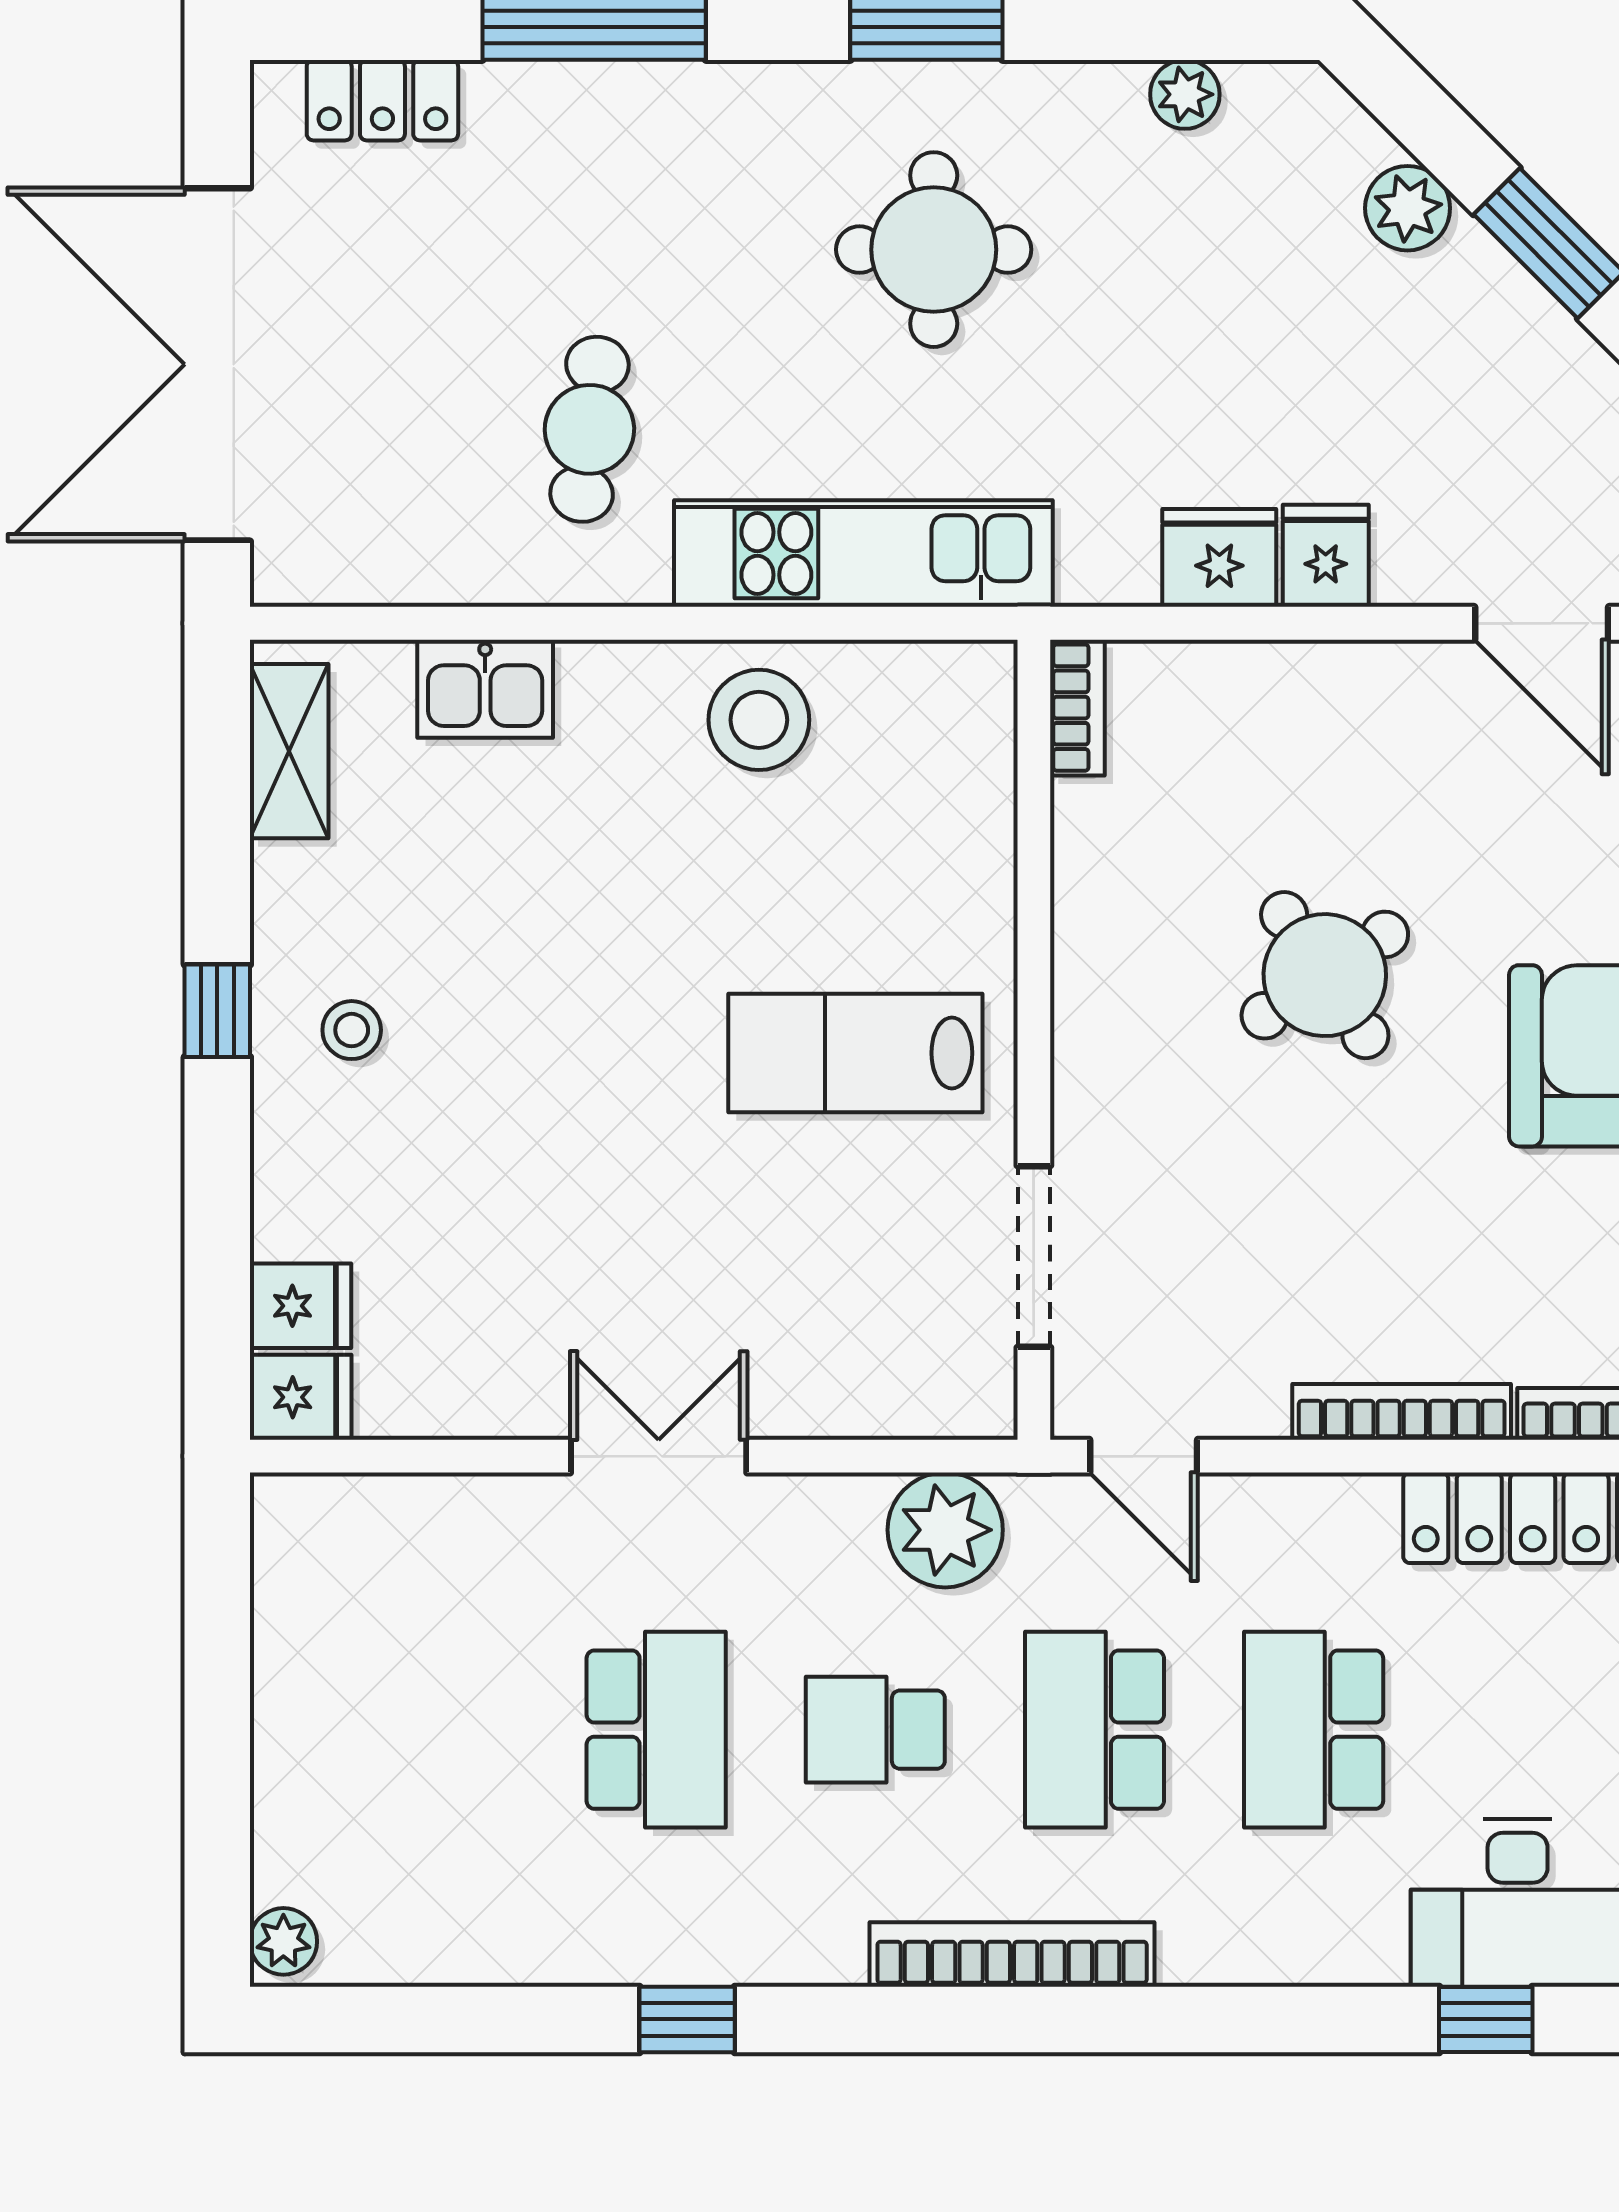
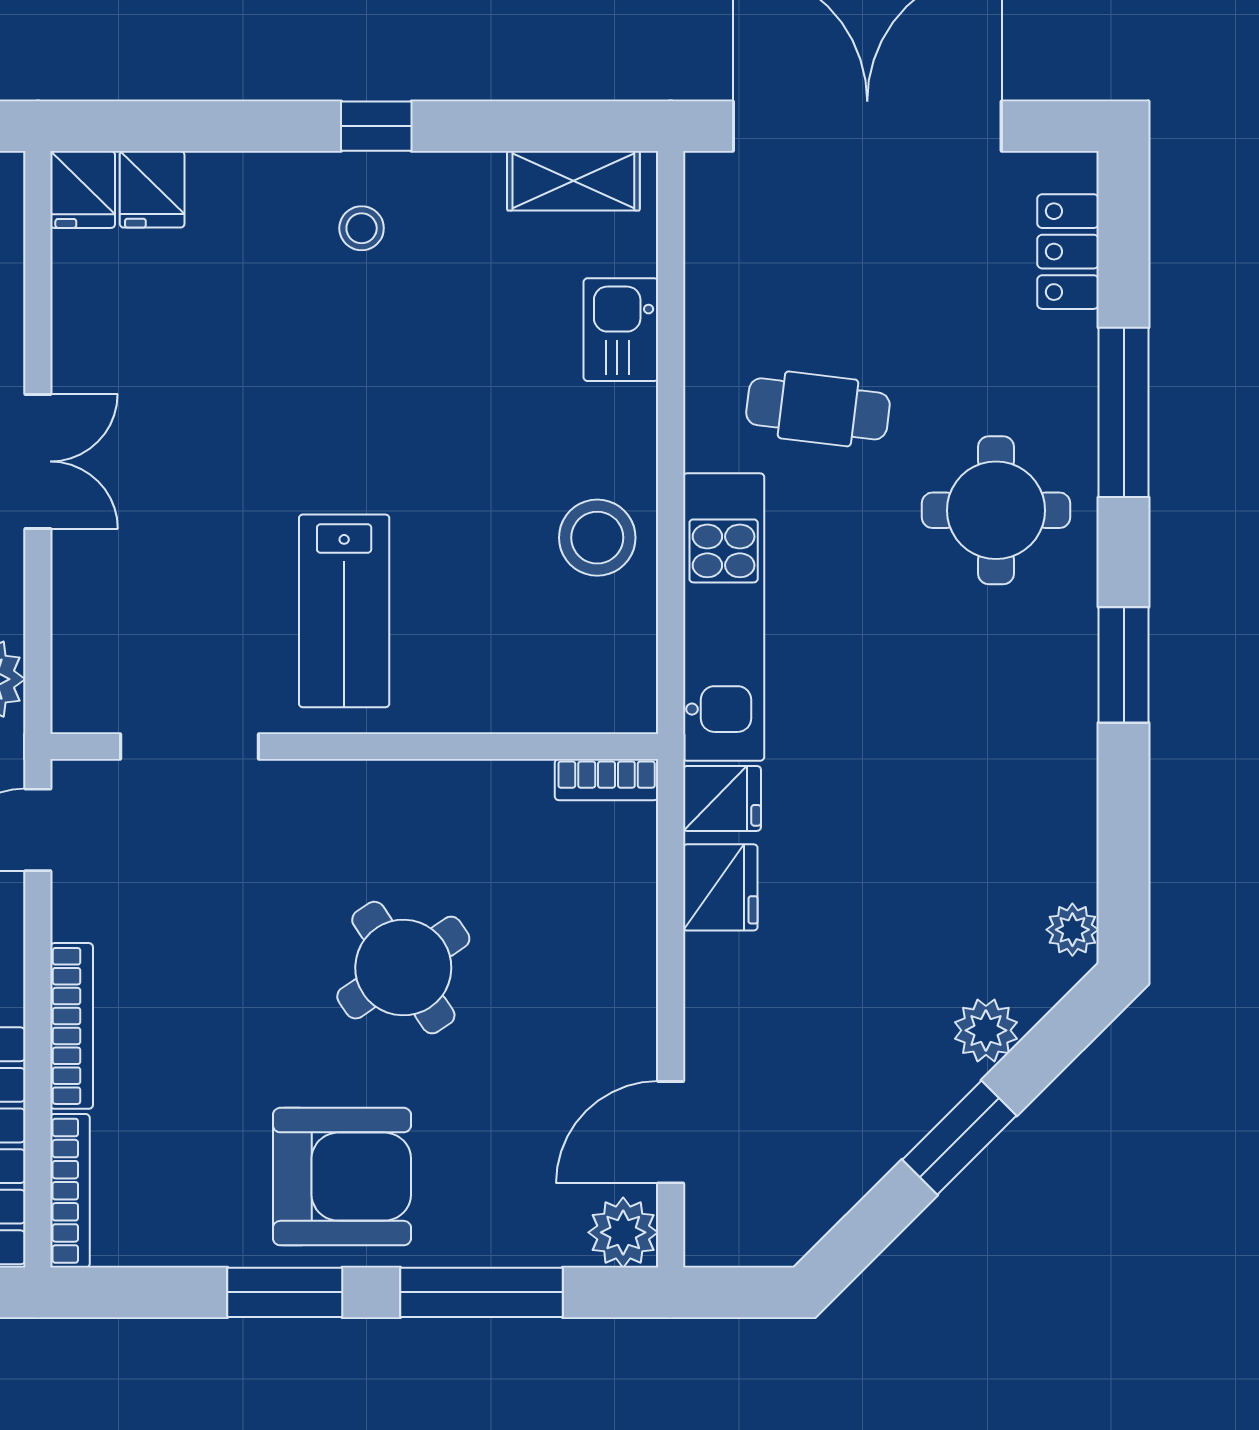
plant: (1185, 94) -> (1072, 930), moved
round table: (934, 250) -> (996, 510), moved
fridge: (1326, 556) -> (722, 798), moved
lab bench: (855, 1053) -> (344, 611), turned 180

